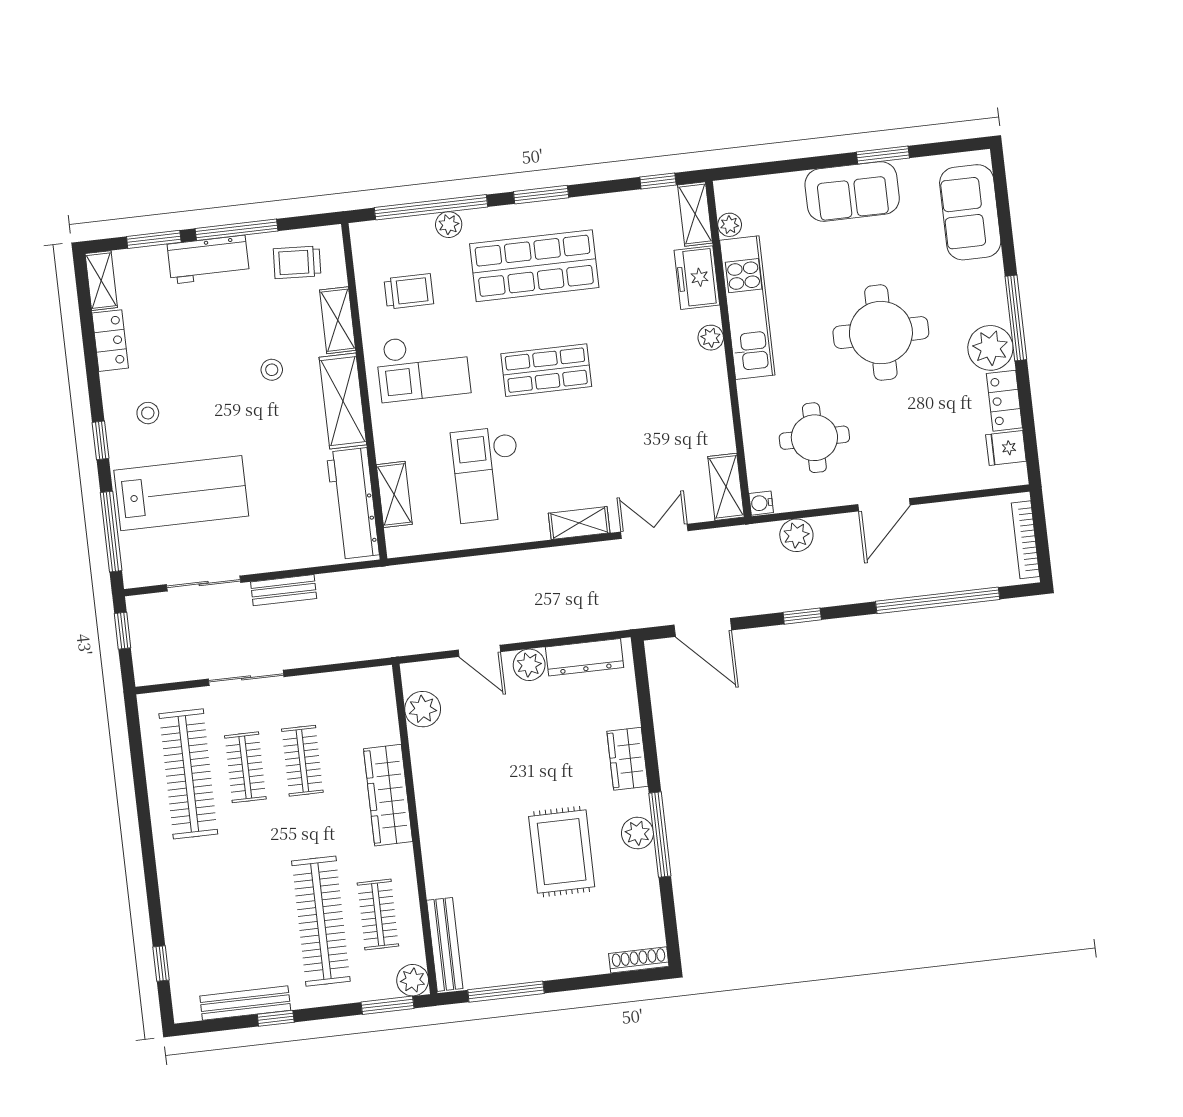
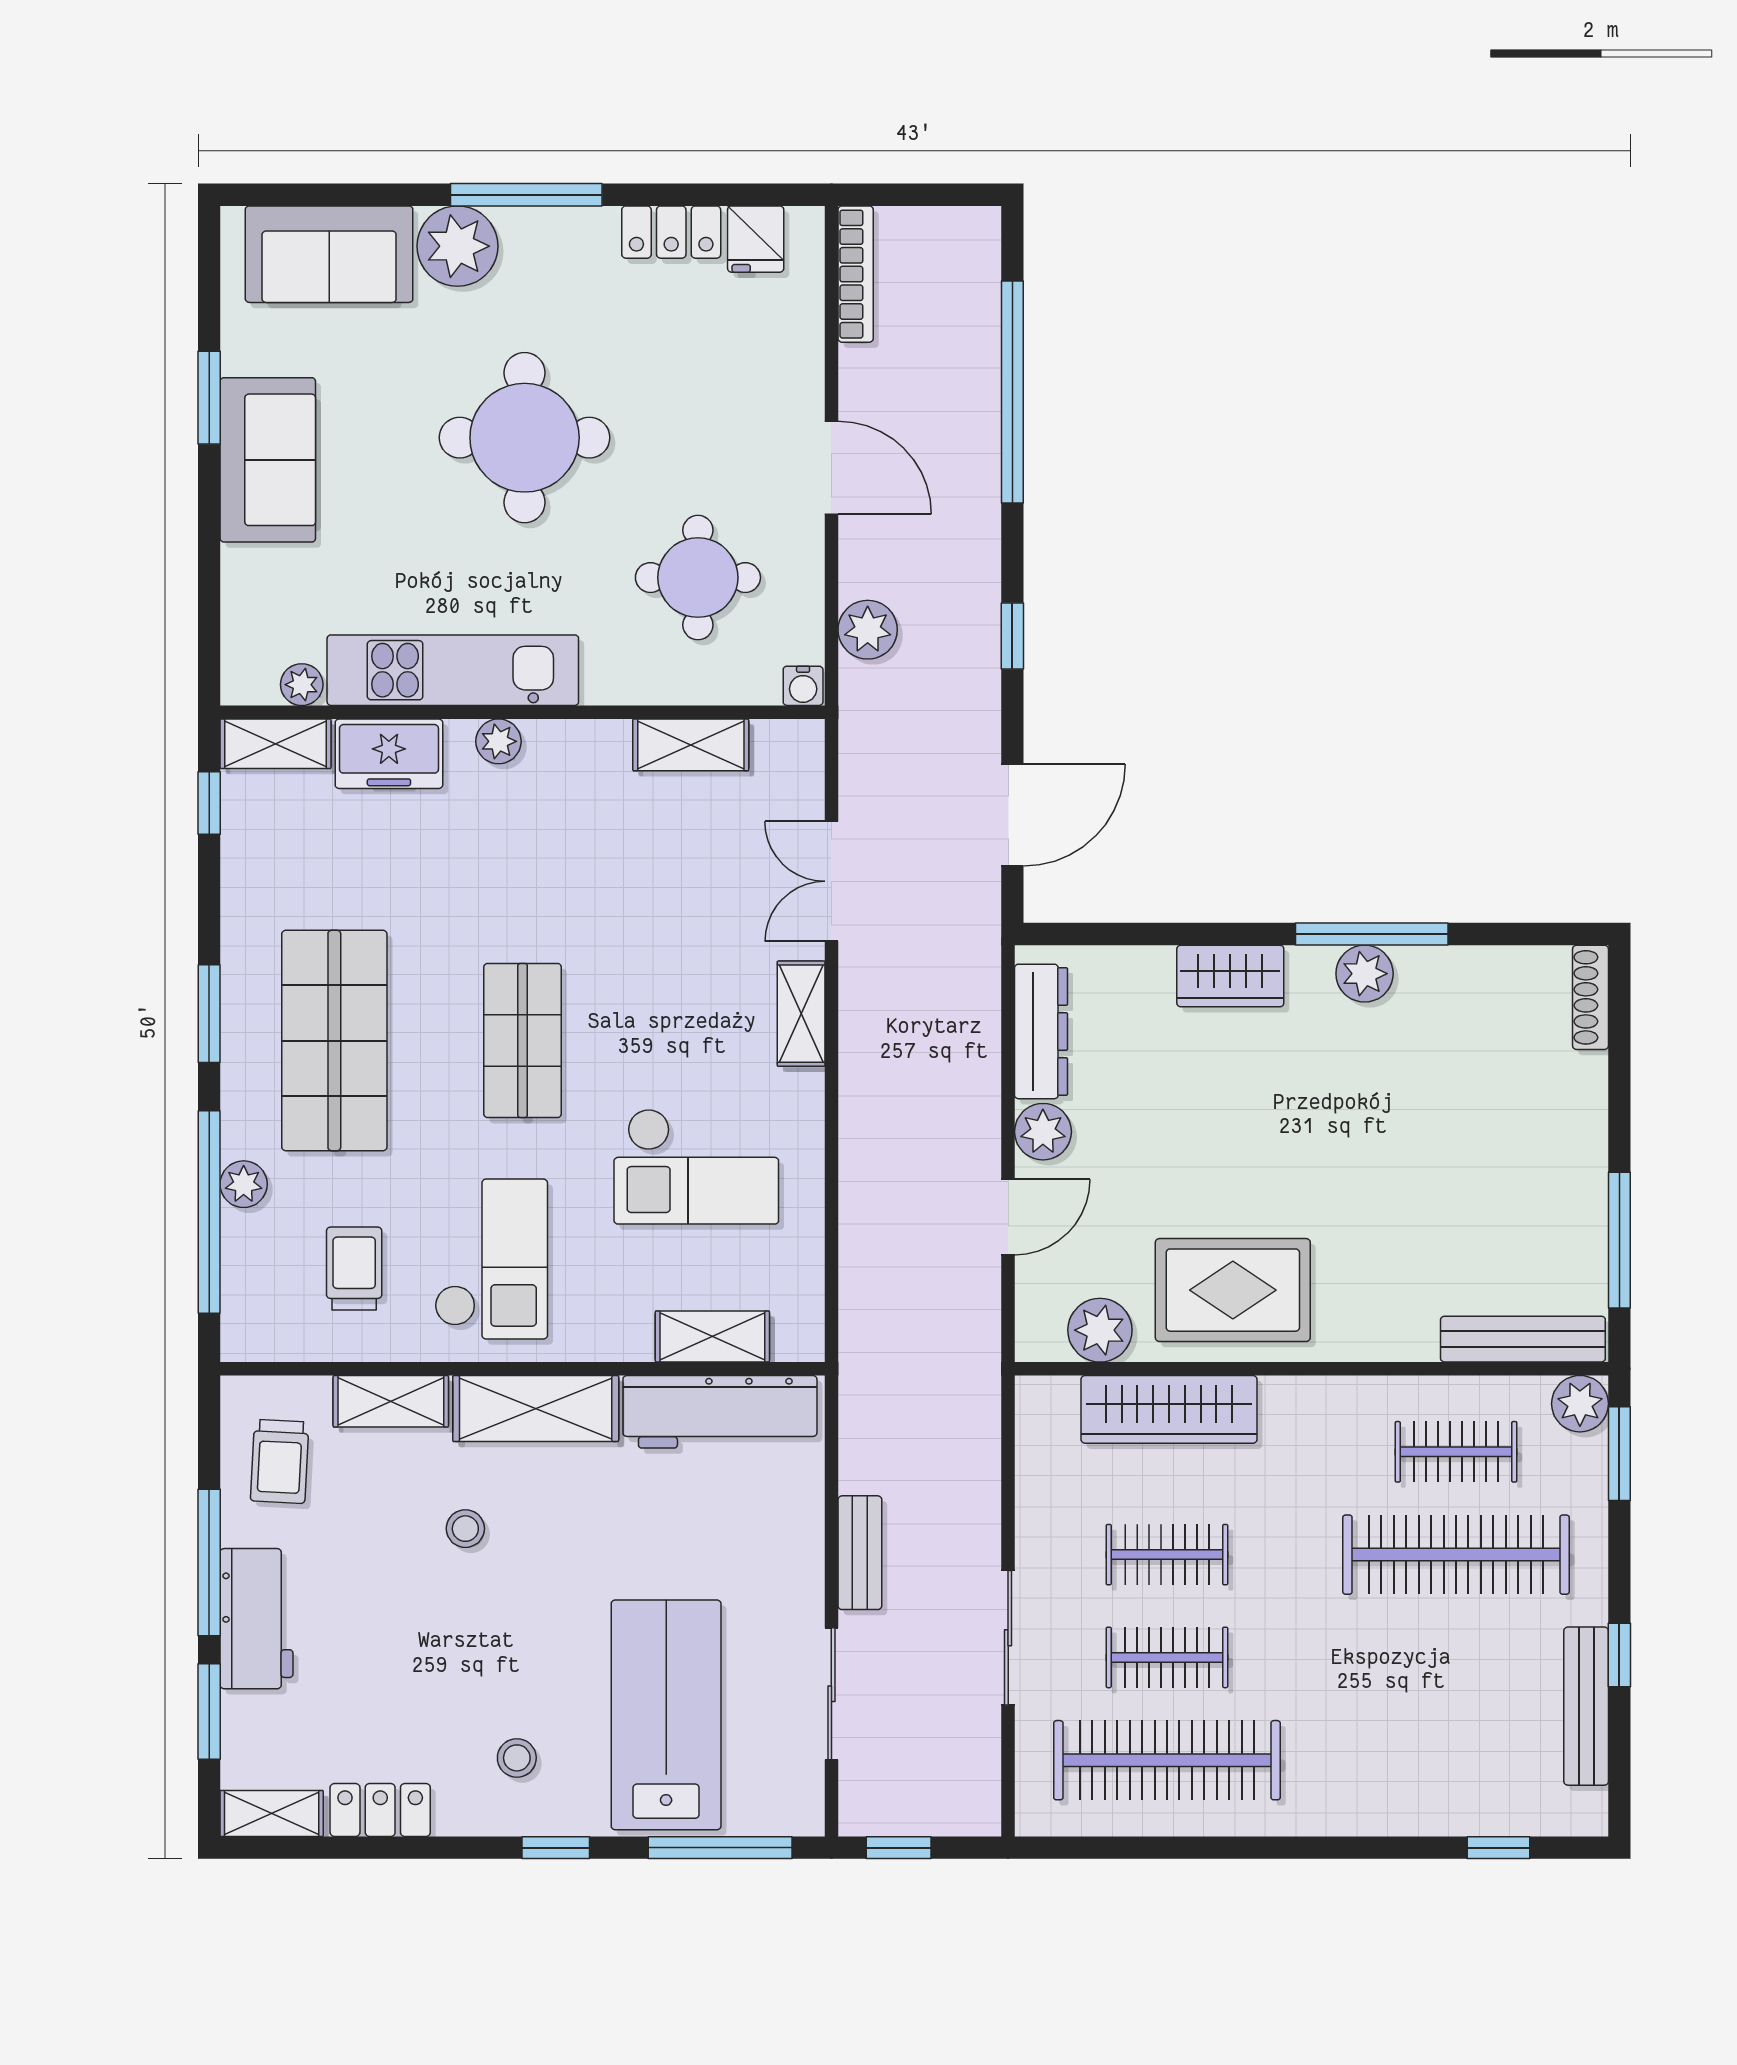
plant: (990, 348) -> (457, 246), moved
shelving: (726, 487) -> (691, 745), moved
bookcase: (1025, 540) -> (856, 274), moved, turned -90
wardrobe: (388, 795) -> (1169, 1409), moved
rug: (562, 852) -> (1233, 1290), moved

